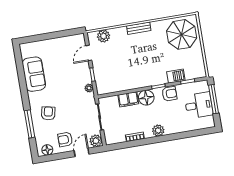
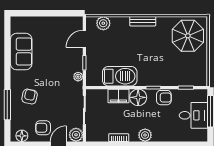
barbecue: (176, 76) -> (120, 76), moved, width x1.88, depth x1.53

